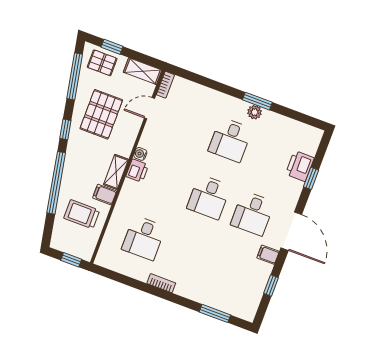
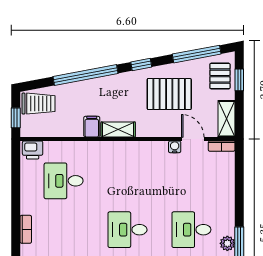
water cooler: (140, 154) -> (175, 147), moved
printer: (137, 171) -> (33, 150), moved
trolley: (82, 214) -> (39, 104), moved, turned 90
bookcase: (161, 283) -> (26, 229), moved

